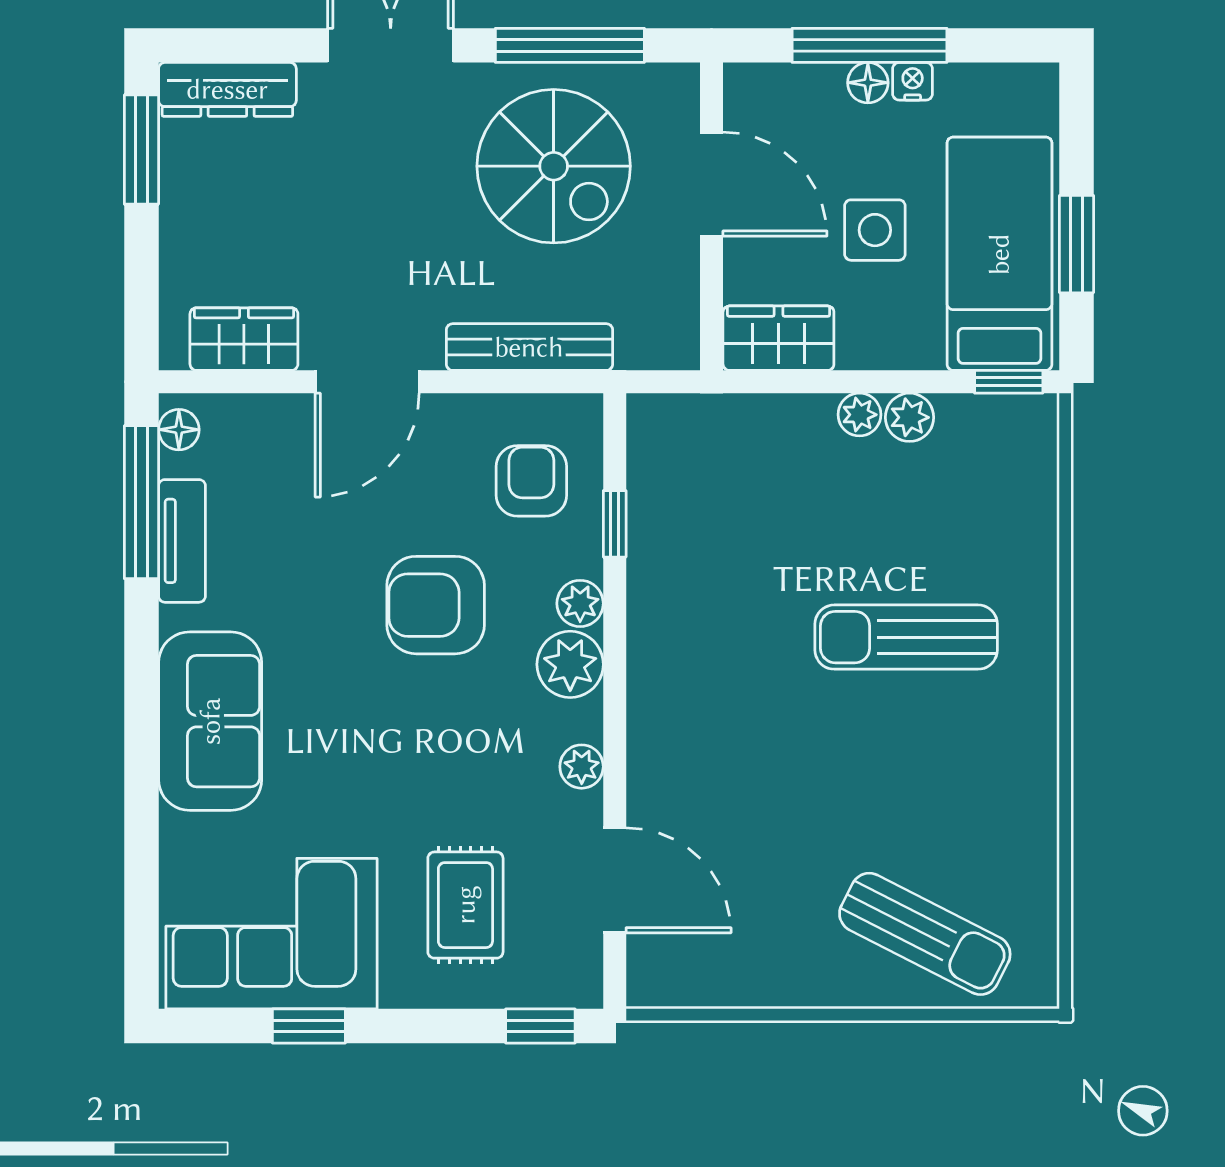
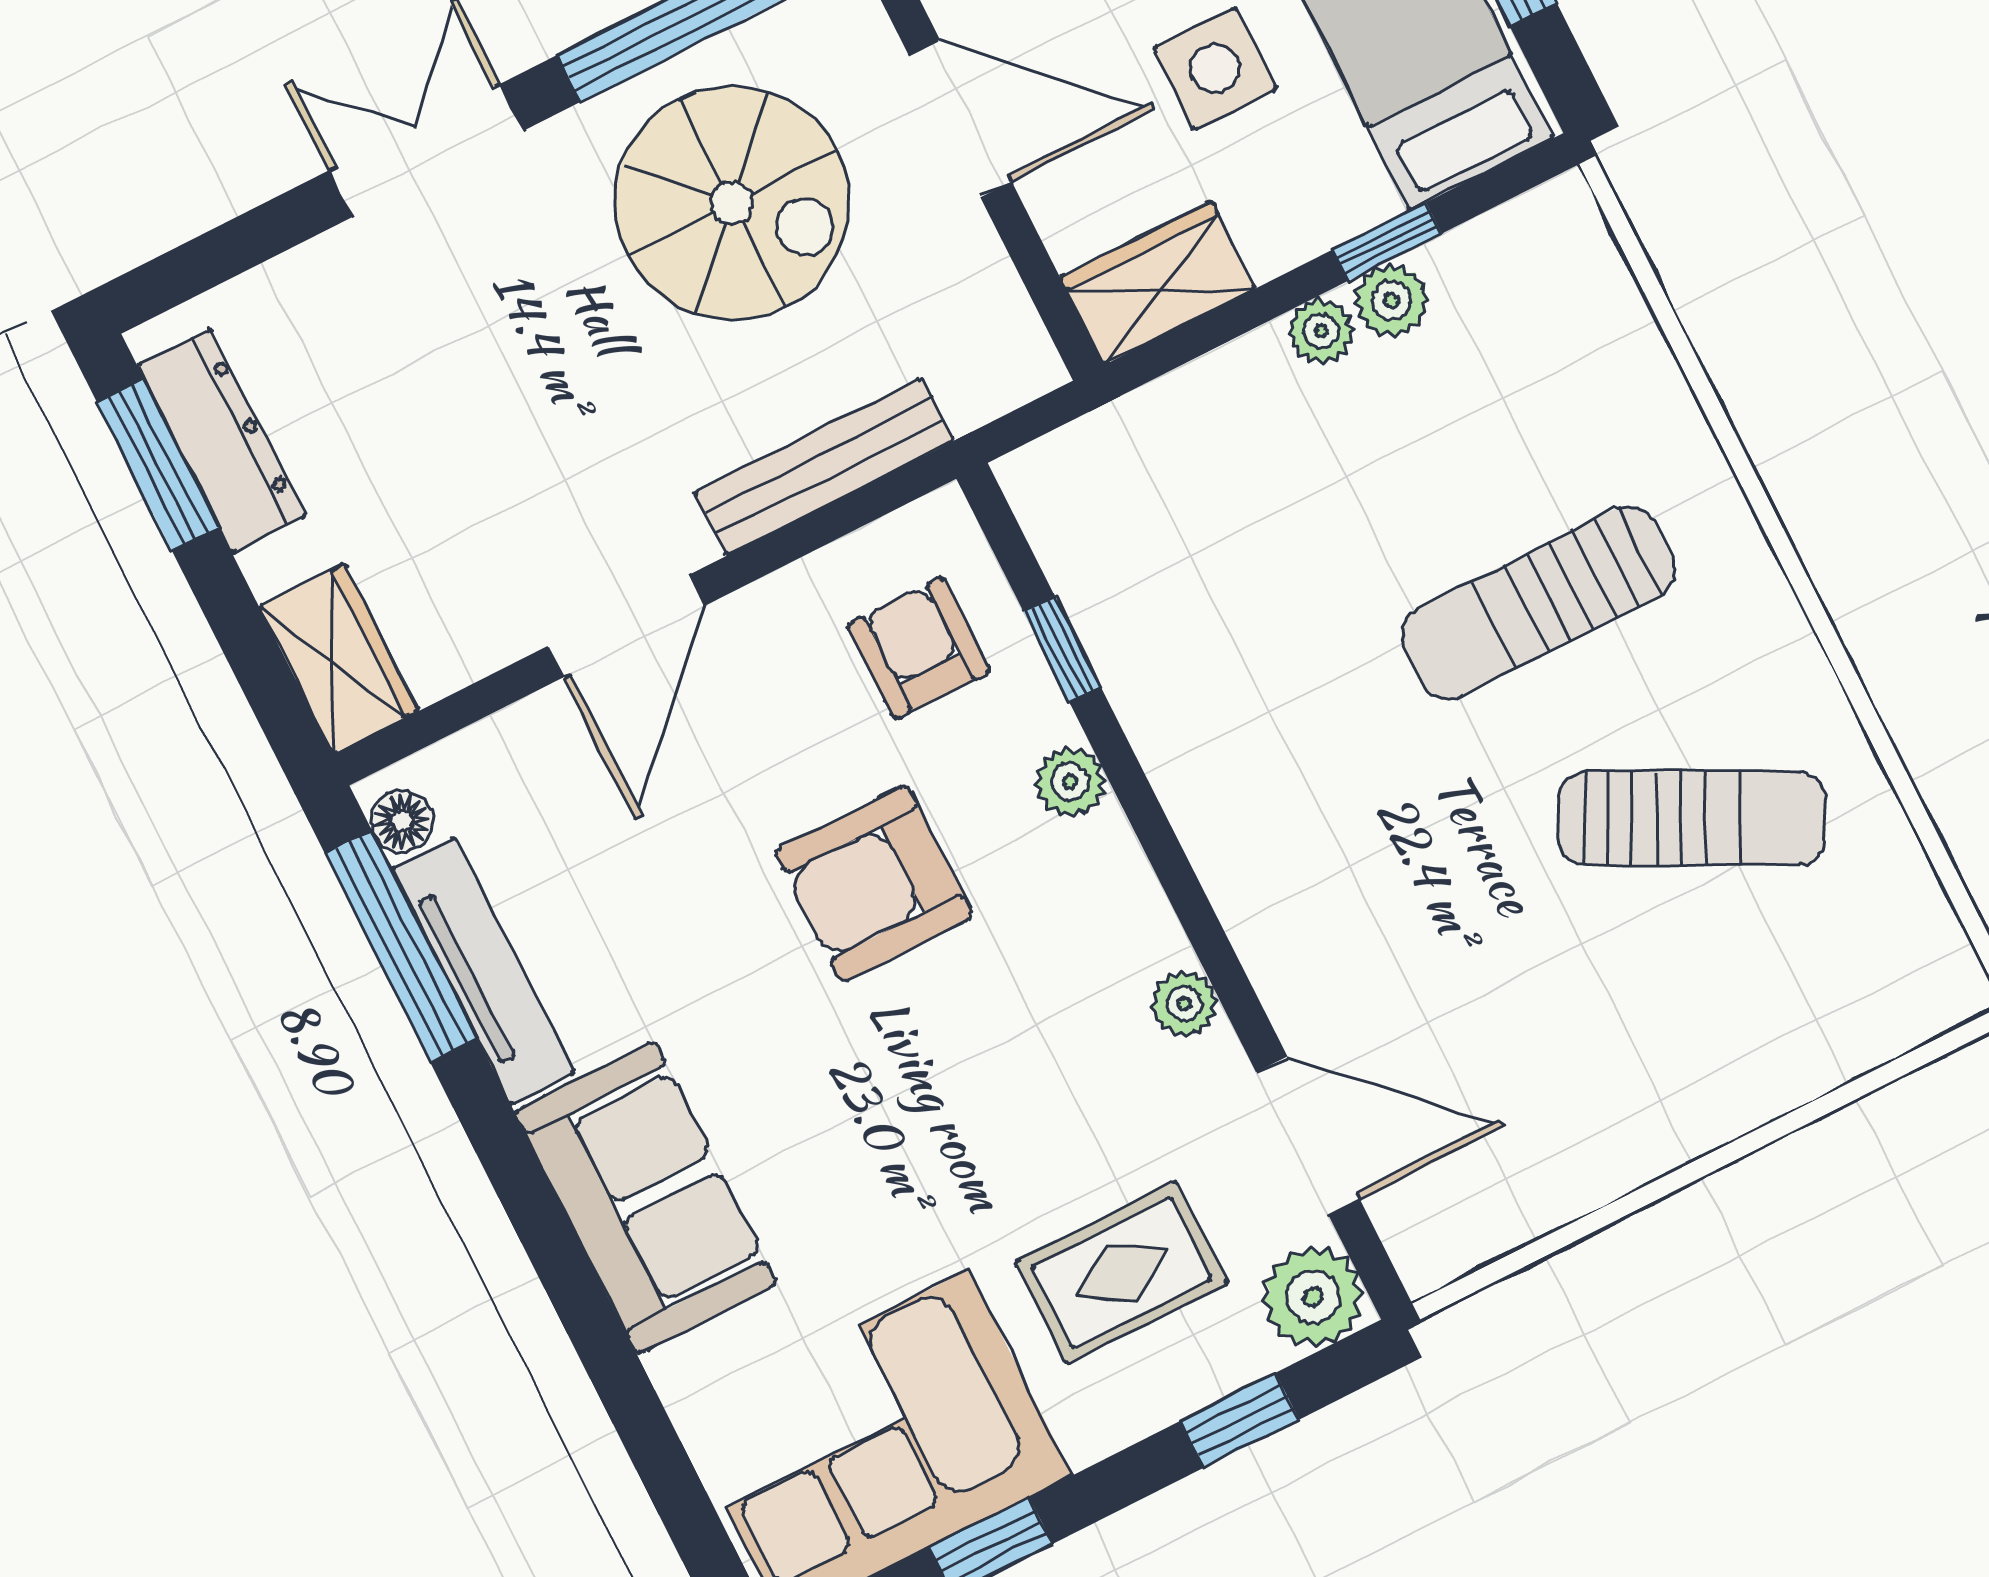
dresser: (227, 89) -> (221, 441), moved, turned -90
wardrobe: (244, 339) -> (339, 659), moved, turned 90
window: (1009, 382) -> (1387, 242), moved
tv unit: (182, 541) -> (483, 971), width x1.41
plant: (570, 664) -> (1313, 1297), moved
rug: (465, 905) -> (1121, 1273), turned 90
sun lounger: (925, 934) -> (1692, 818), moved
window: (540, 1026) -> (1240, 1420), moved

